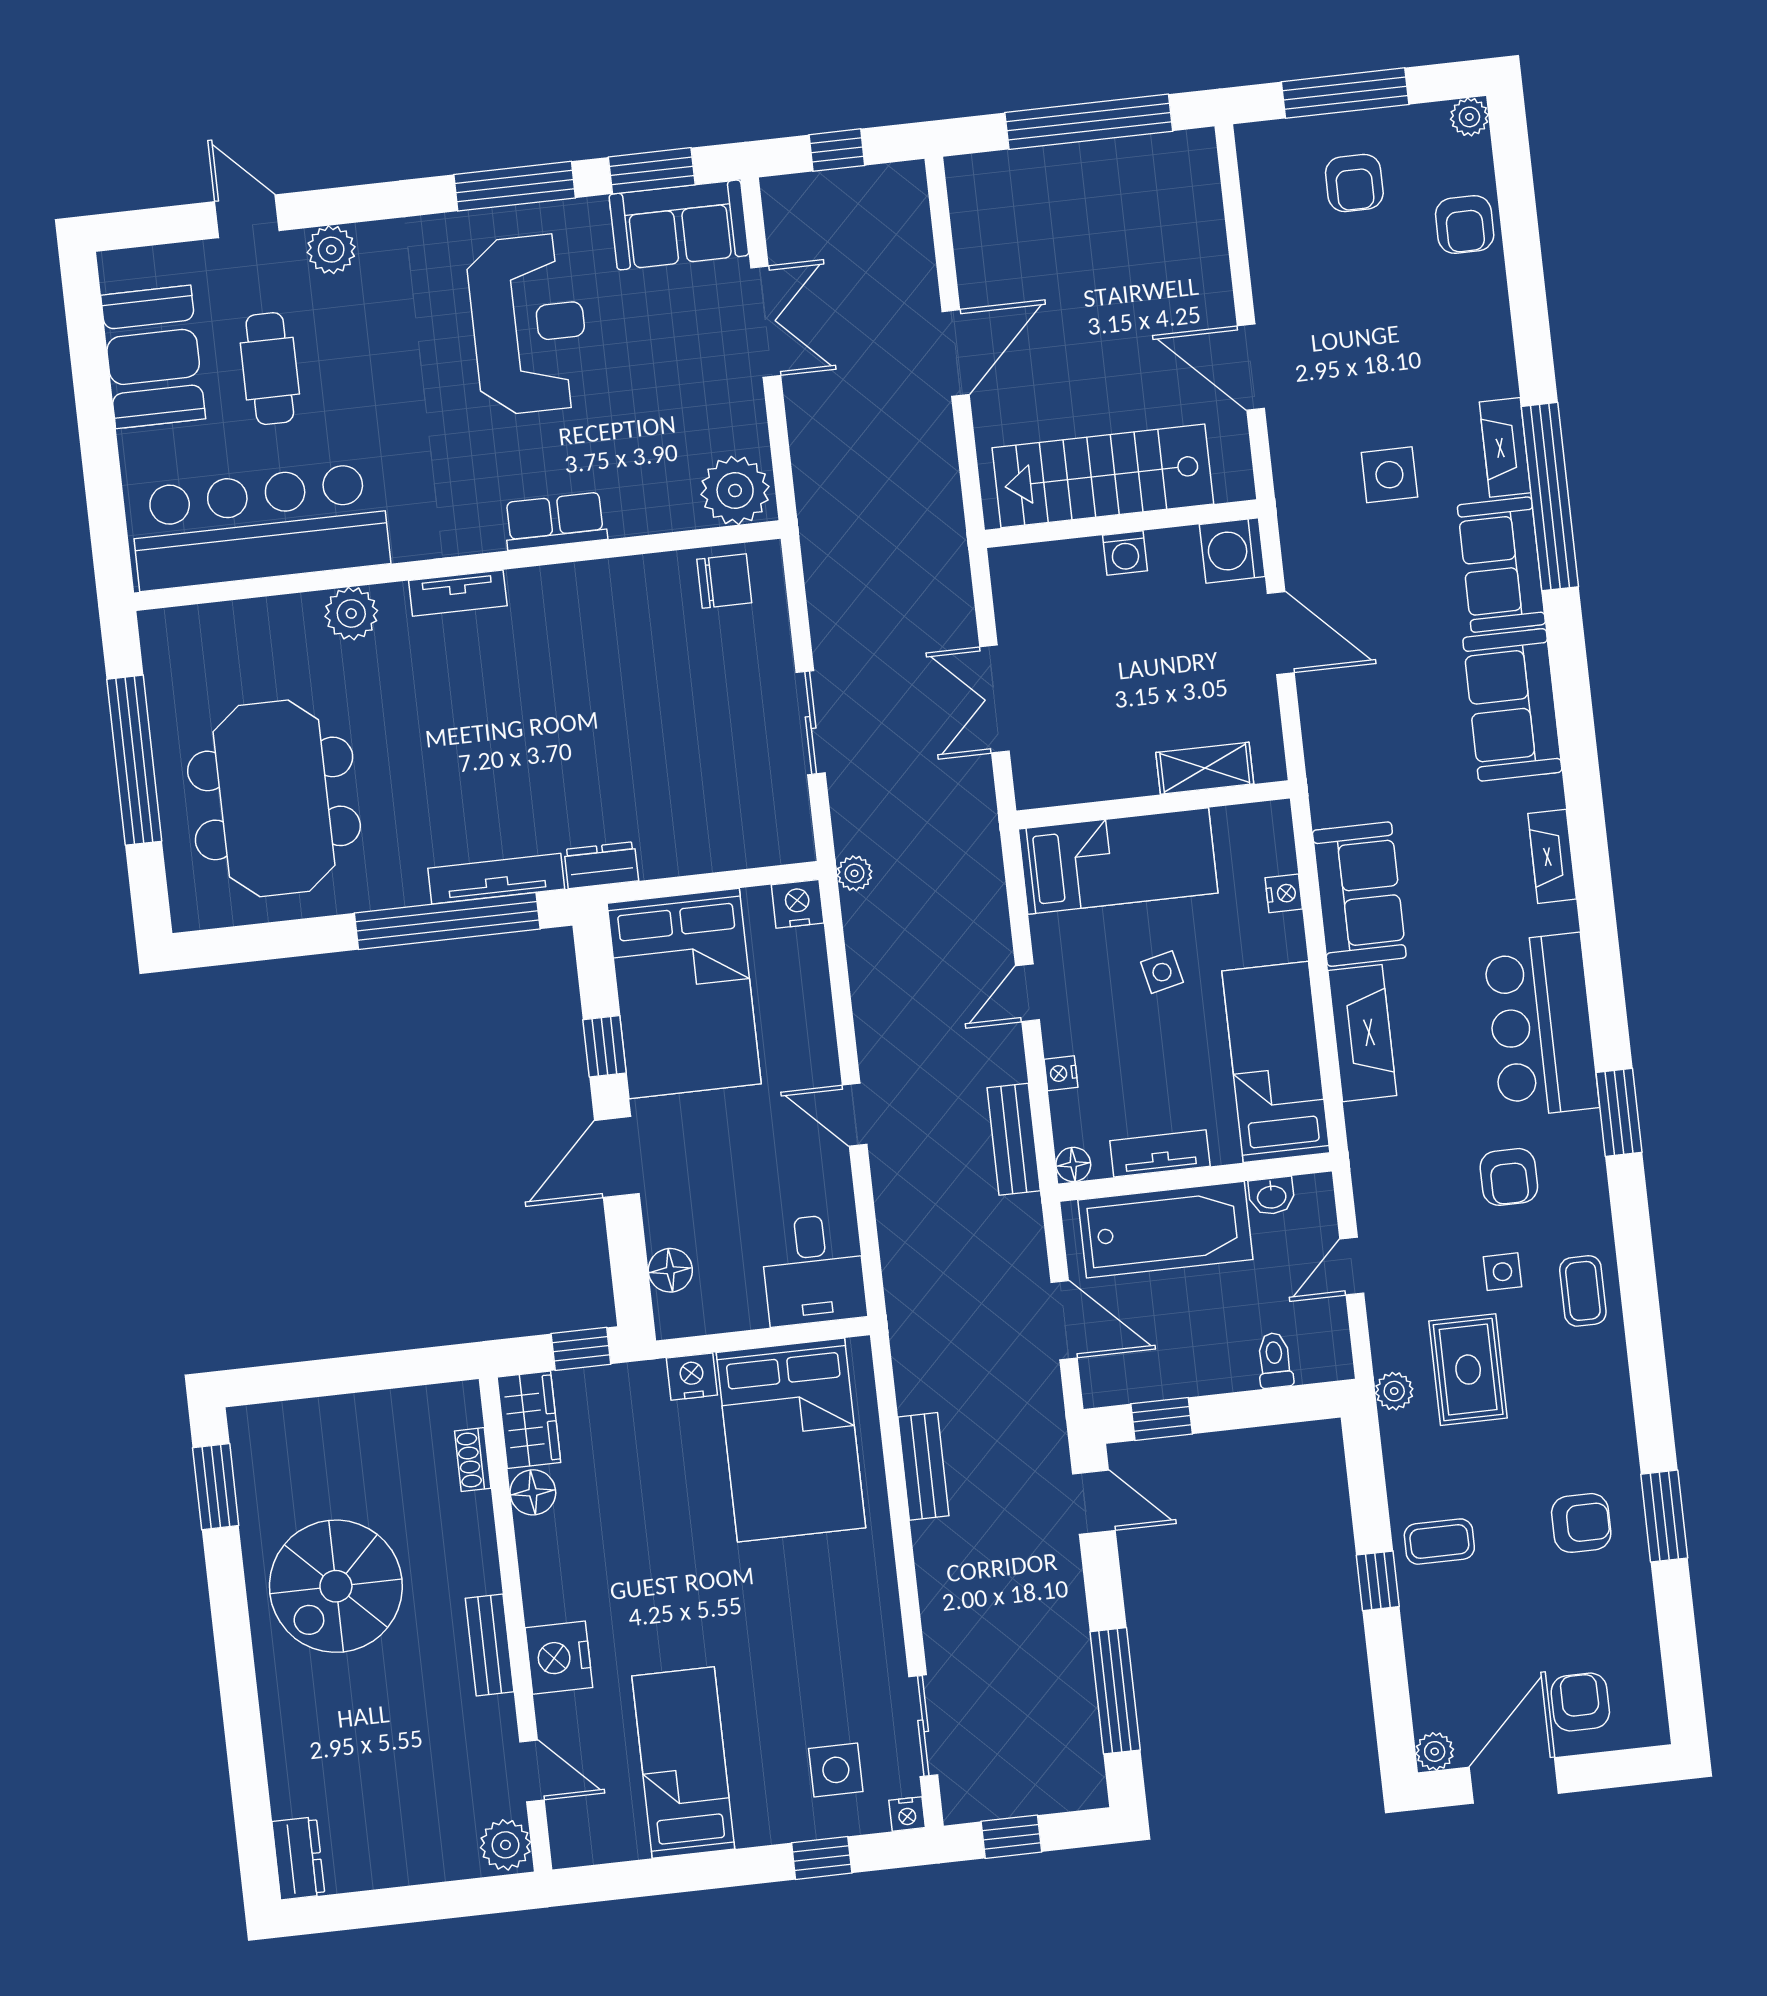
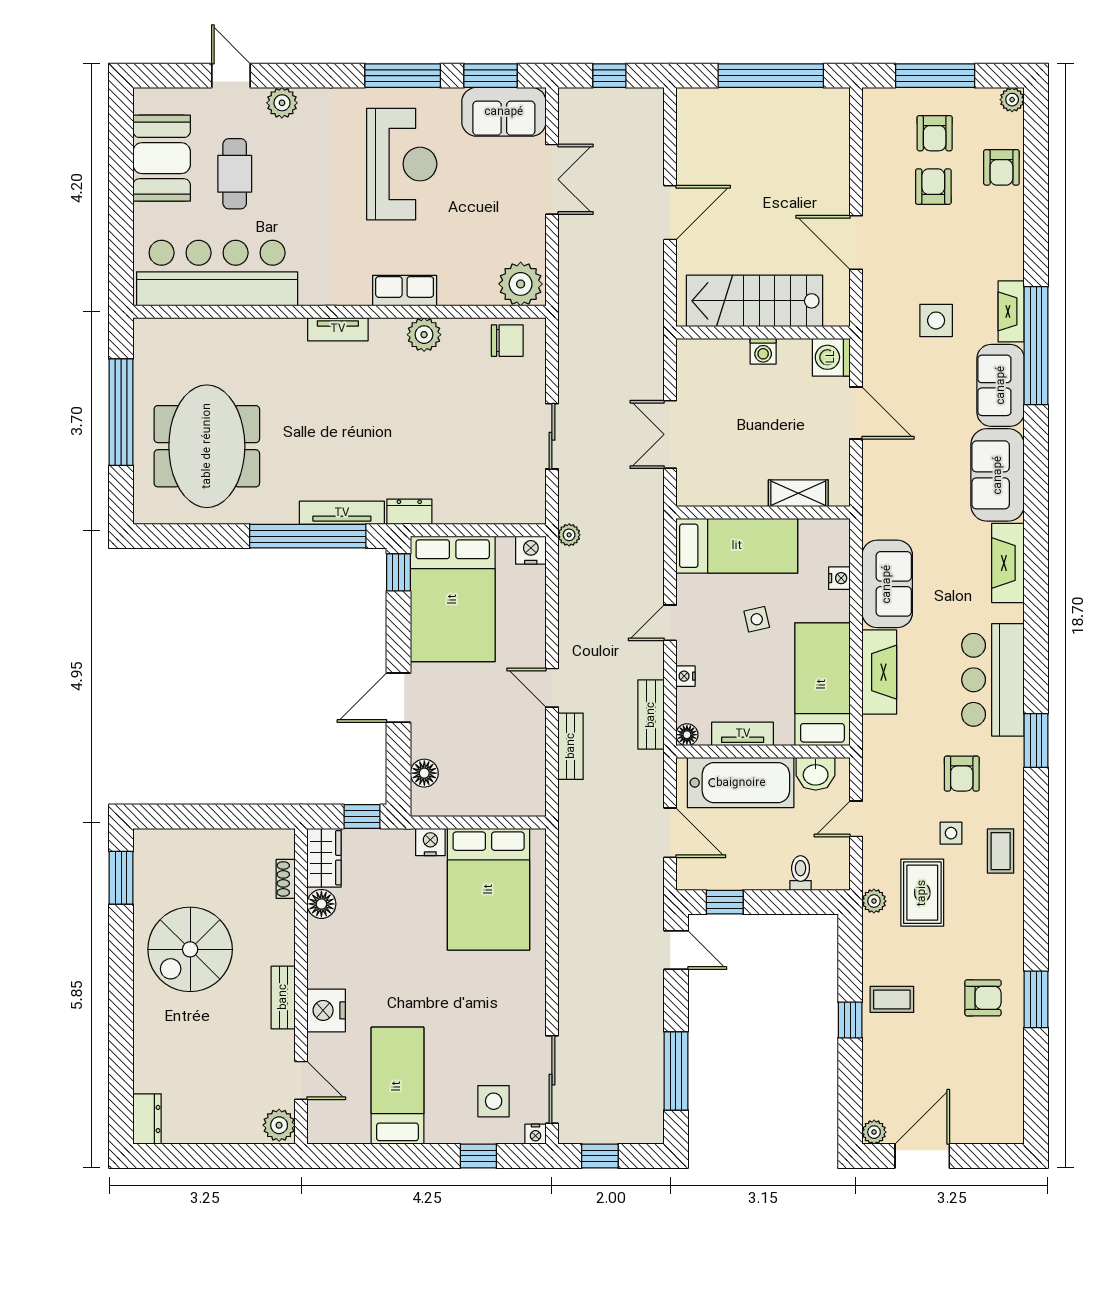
plant: (351, 613) -> (424, 335), moved
fireplace: (1552, 856) -> (1008, 563), width x1.37, depth x1.32
window: (605, 1046) -> (398, 572), moved
washbasin: (1272, 1196) -> (816, 774), width x1.38, depth x1.45
desk: (813, 1270) -> (515, 783), removed
bench: (923, 1466) -> (571, 746), moved
armchair: (1580, 1702) -> (933, 187), moved
sliding door: (923, 1726) -> (552, 1080), width x1.37

